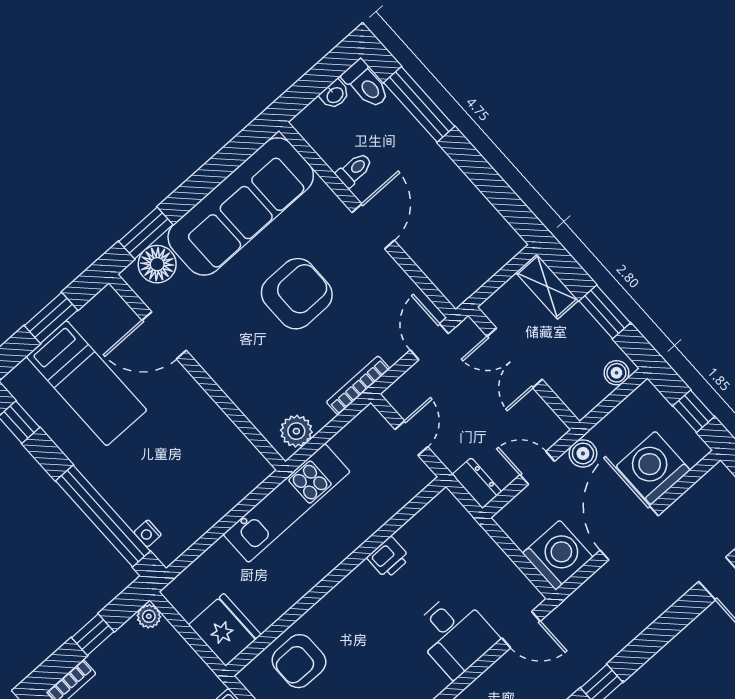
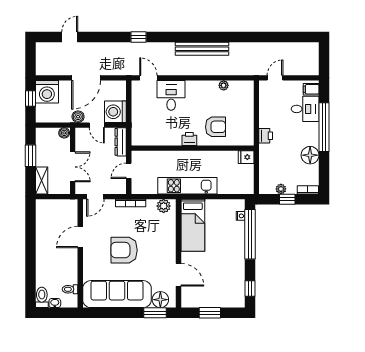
window: (419, 104) -> (30, 276), removed
toilet: (354, 170) -> (70, 289), moved
door: (373, 226) -> (80, 237), moved
boiler: (616, 373) -> (64, 133), moved
bed: (87, 383) -> (193, 225), moved, turned 180
washing machine: (653, 468) -> (47, 92), moved
dresser: (477, 483) -> (121, 142), width x1.44
washing machine: (558, 555) -> (115, 112), moved
printer: (389, 558) -> (189, 139), moved
plant: (149, 616) -> (281, 189), moved
fridge: (225, 630) -> (246, 157), width x0.53, depth x0.75
armchair: (299, 661) -> (215, 127), moved

